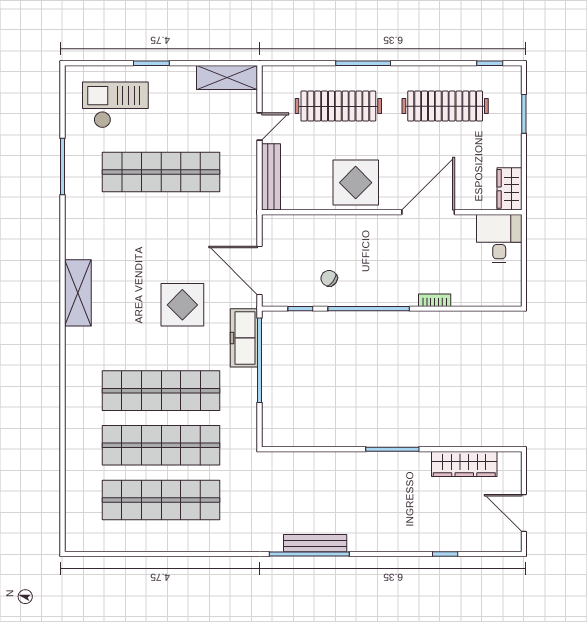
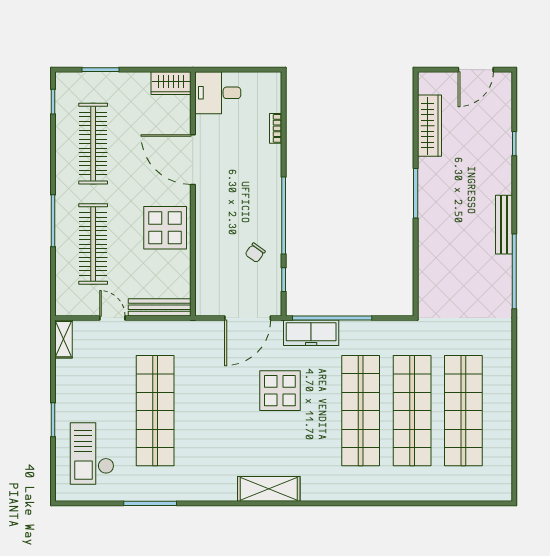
shelving: (227, 78) -> (64, 339), width x0.67, depth x0.75
bookcase: (435, 300) -> (276, 128), moved
bench: (315, 543) -> (504, 225), moved

